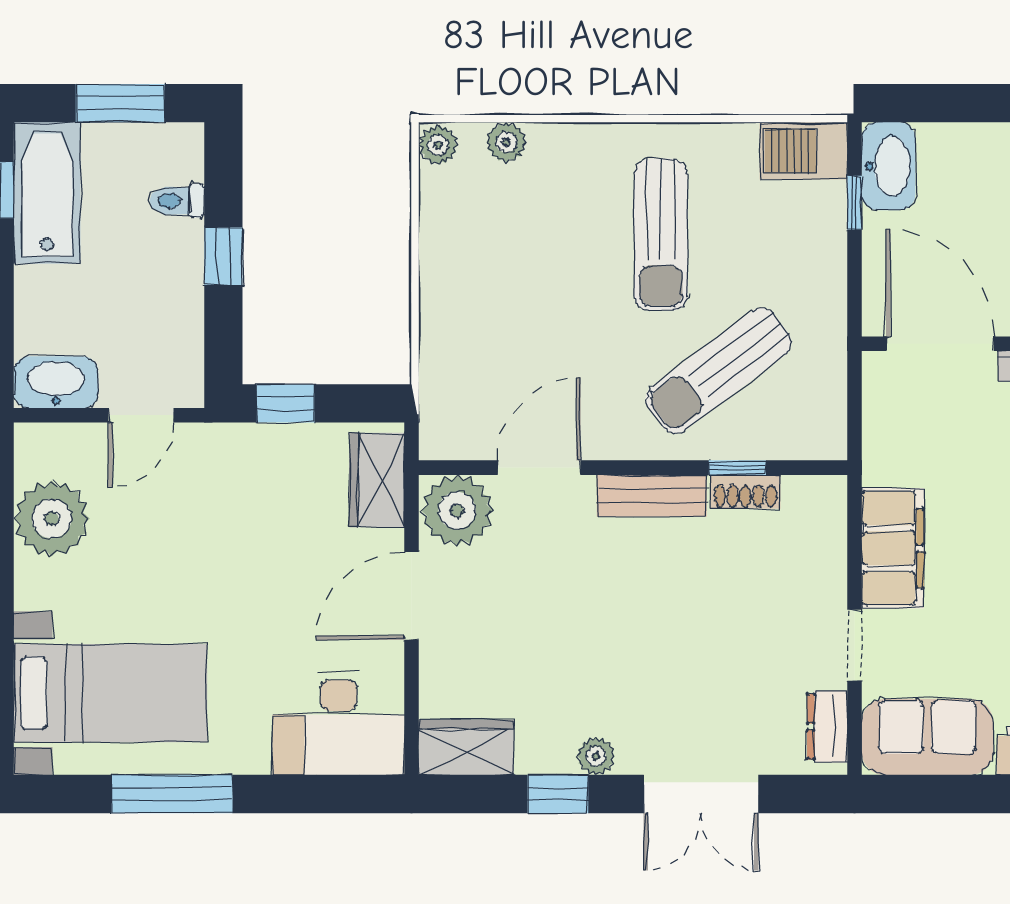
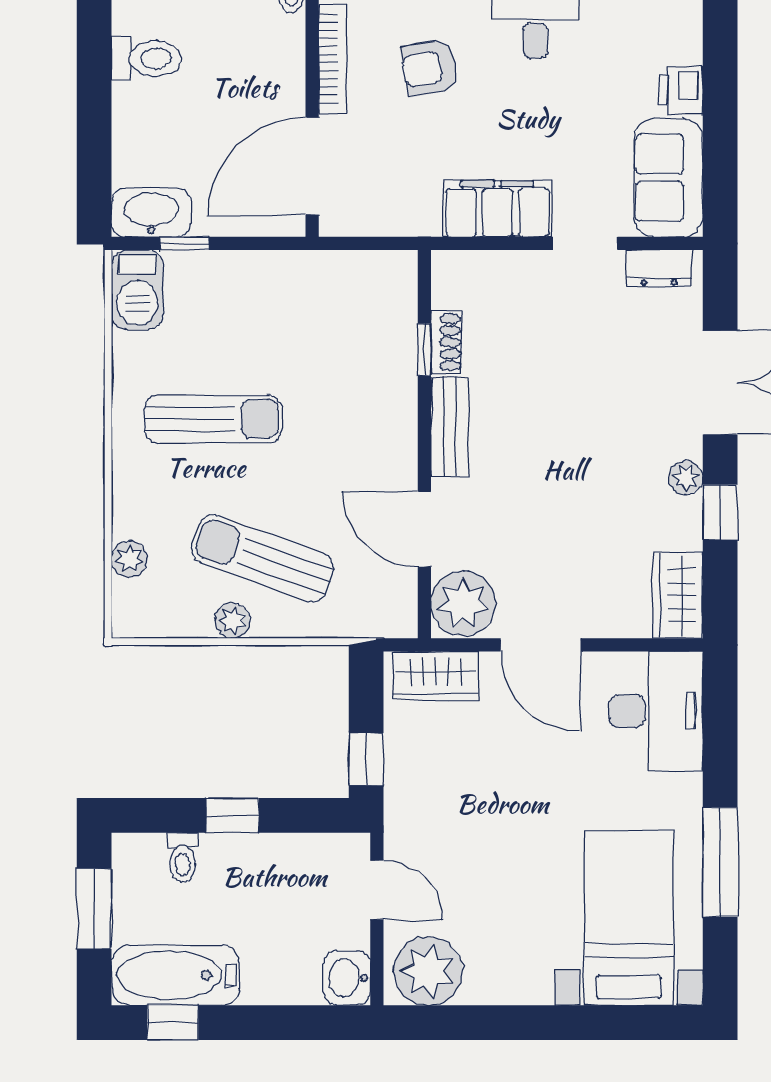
plant: (438, 145) -> (232, 621), moved
sun lounger: (718, 371) -> (263, 558), moved, turned 147
washbasin: (56, 382) -> (347, 978), width x0.72
plant: (52, 519) -> (428, 971), moved

